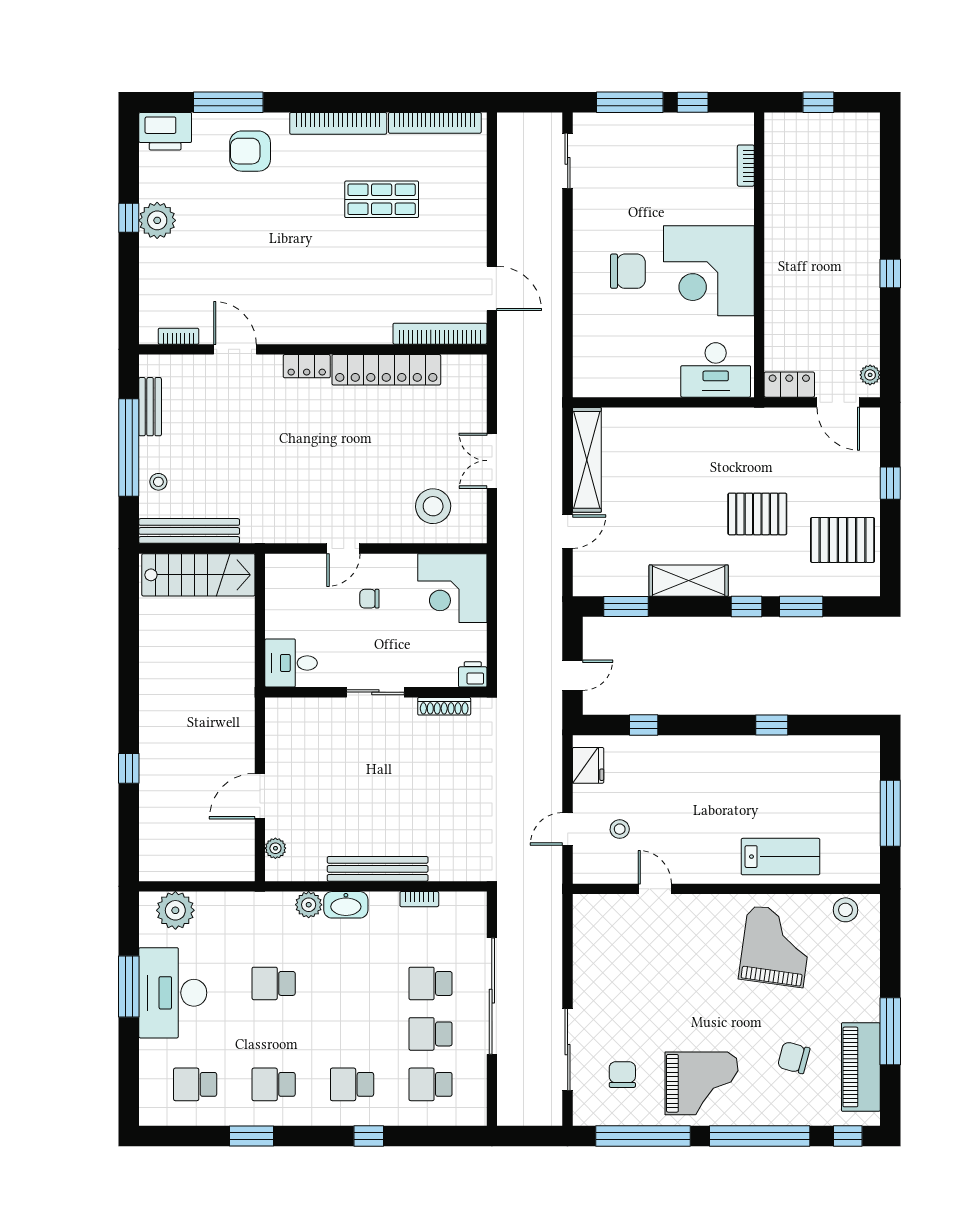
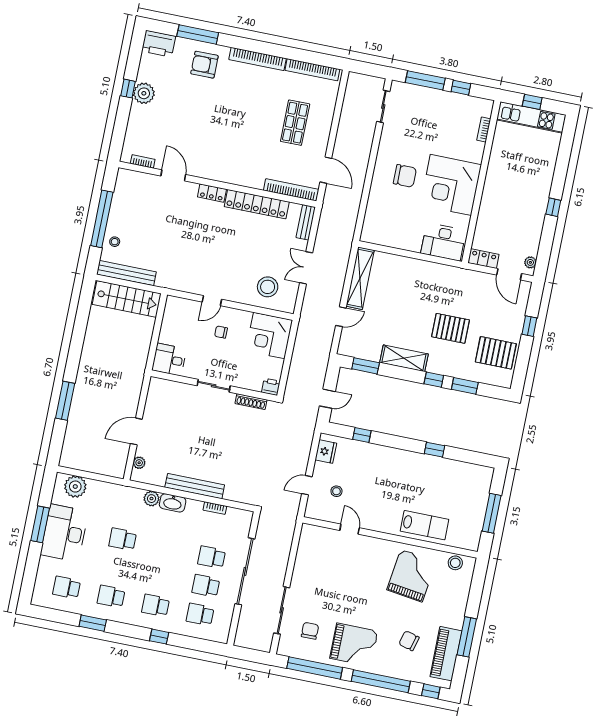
kitchen unit: (822, 129) -> (531, 117), added
shop shelf: (382, 199) -> (295, 123), moved, turned 90
bench: (150, 407) -> (306, 222), moved
window: (129, 768) -> (65, 401), width x2.17

